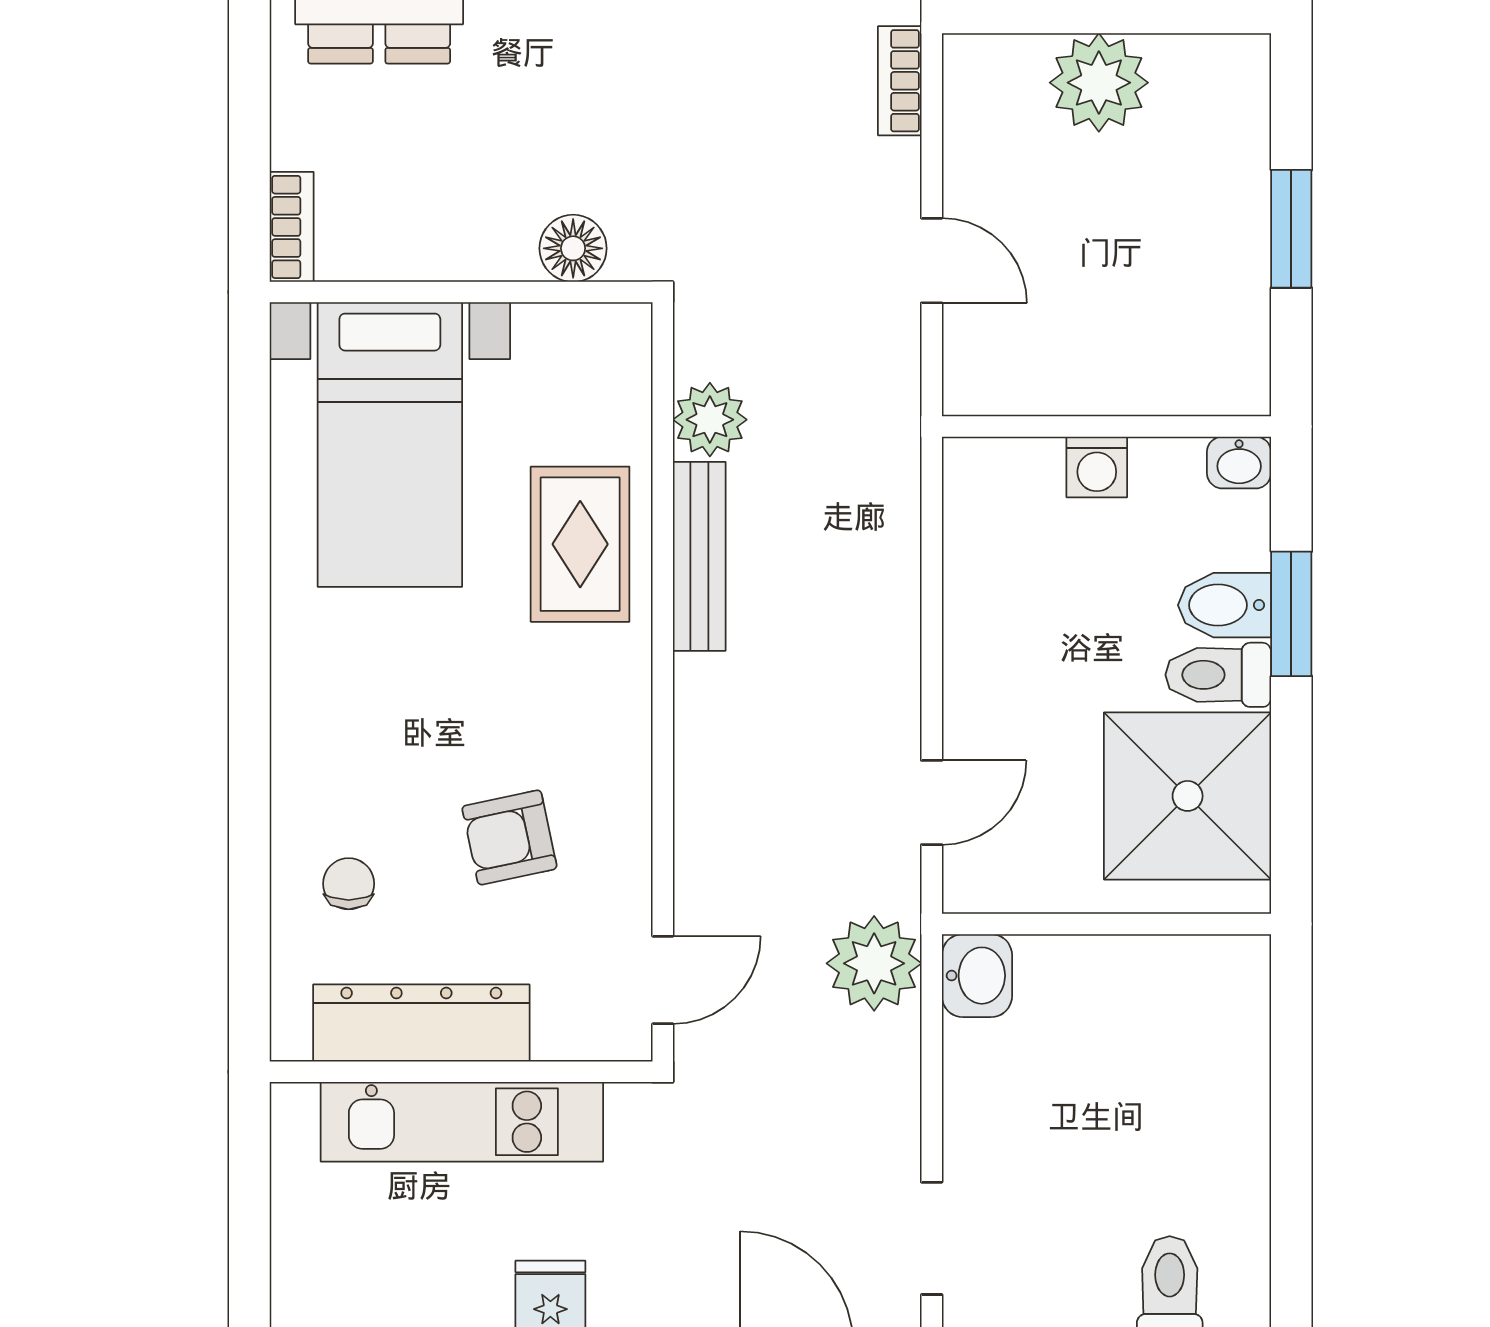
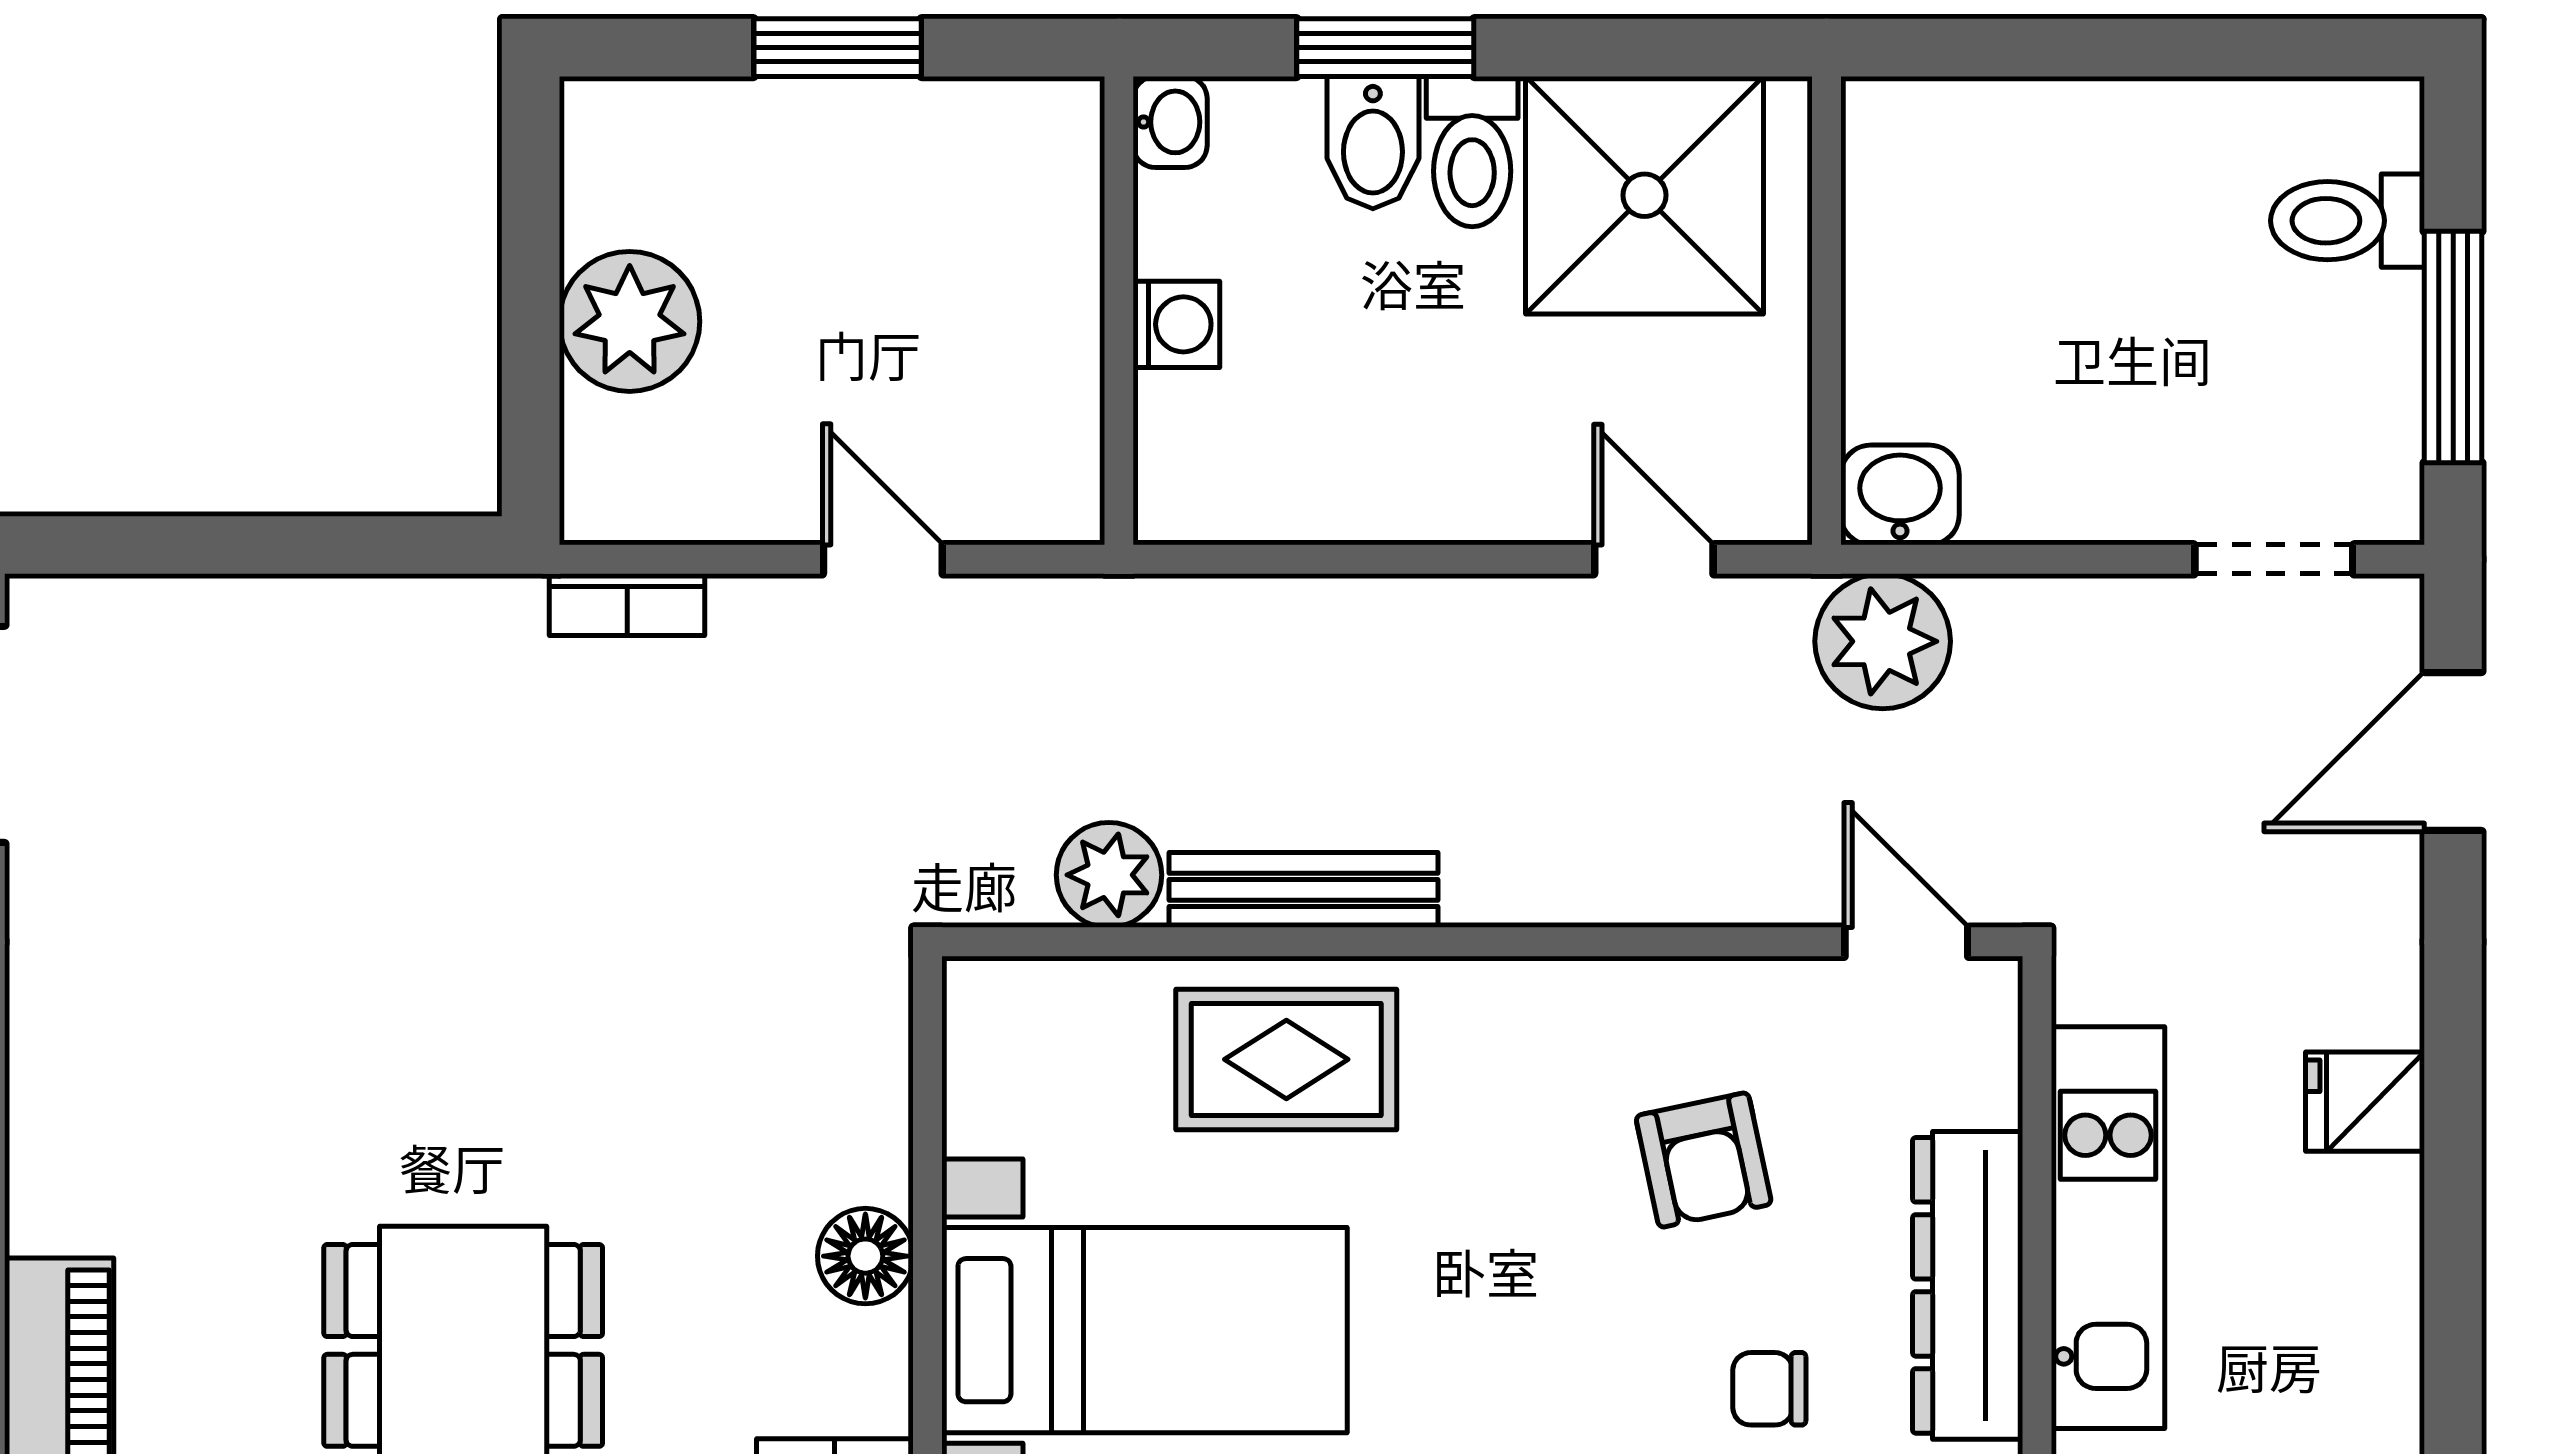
floor lamp: (573, 248) -> (865, 1256), moved
door: (932, 261) -> (883, 559), hinge flipped

